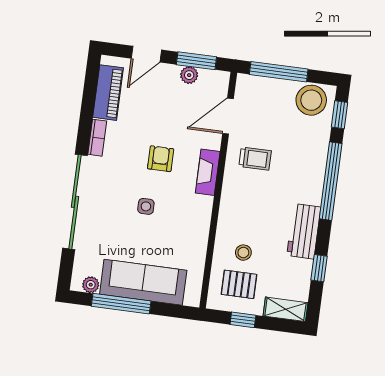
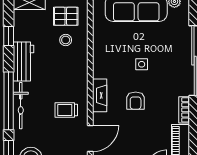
bicycle: (315, 173) -> (21, 106), added

